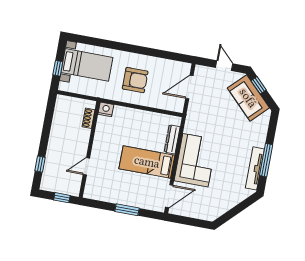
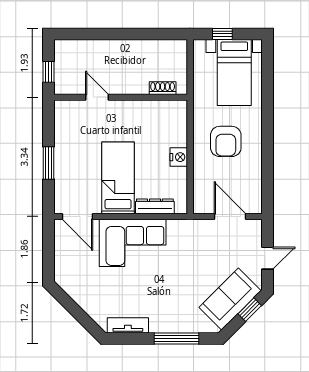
nightstand: (106, 109) -> (179, 157), moved
window: (266, 160) -> (176, 339), moved
window: (40, 164) -> (88, 34), removed
tv unit: (255, 168) -> (128, 325), width x0.71

